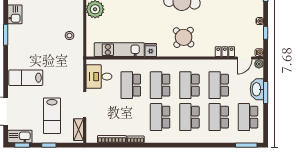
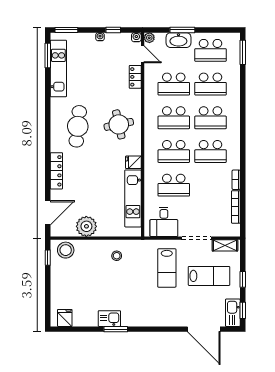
kitchen sink: (15, 14) -> (109, 319), moved
round table: (184, 37) -> (119, 124), turned 35
lab bench: (26, 78) -> (167, 268), moved

